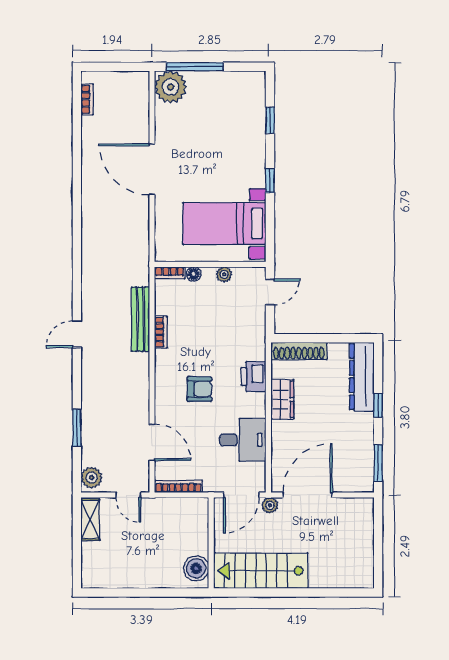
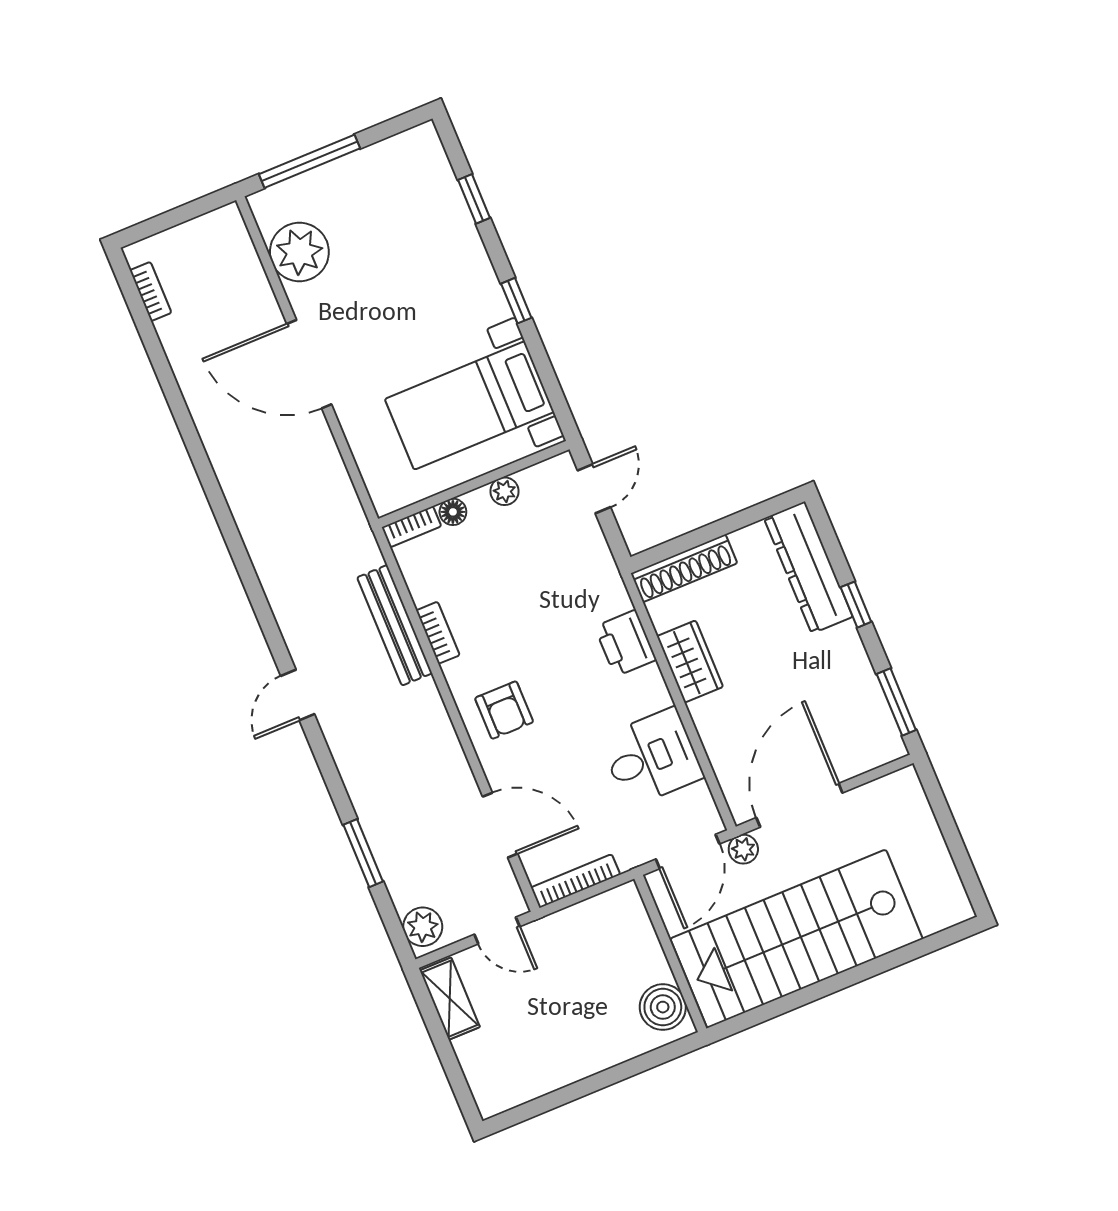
plant: (171, 87) -> (299, 252), moved
armchair: (199, 389) -> (504, 710), moved, turned 90
stairs: (261, 571) -> (797, 939), width x1.36, depth x1.51

